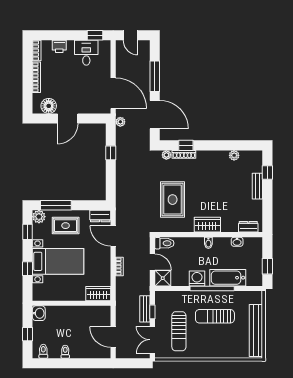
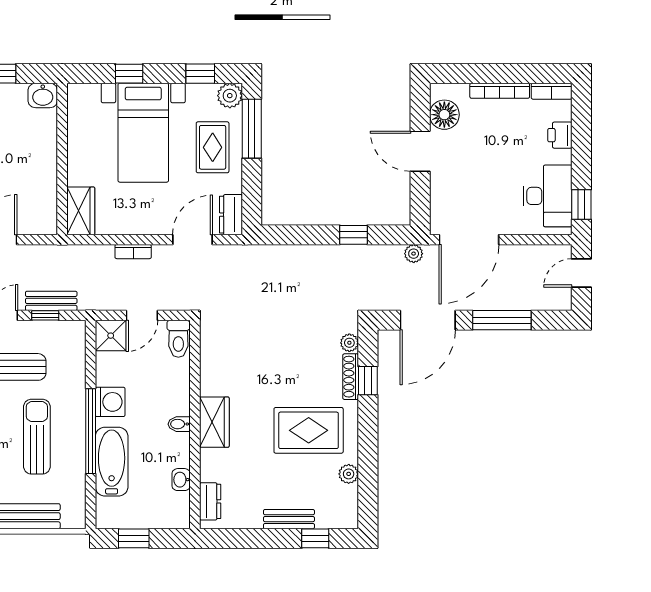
desk: (86, 53) -> (547, 196), width x1.37
rug: (173, 200) -> (309, 430), moved

